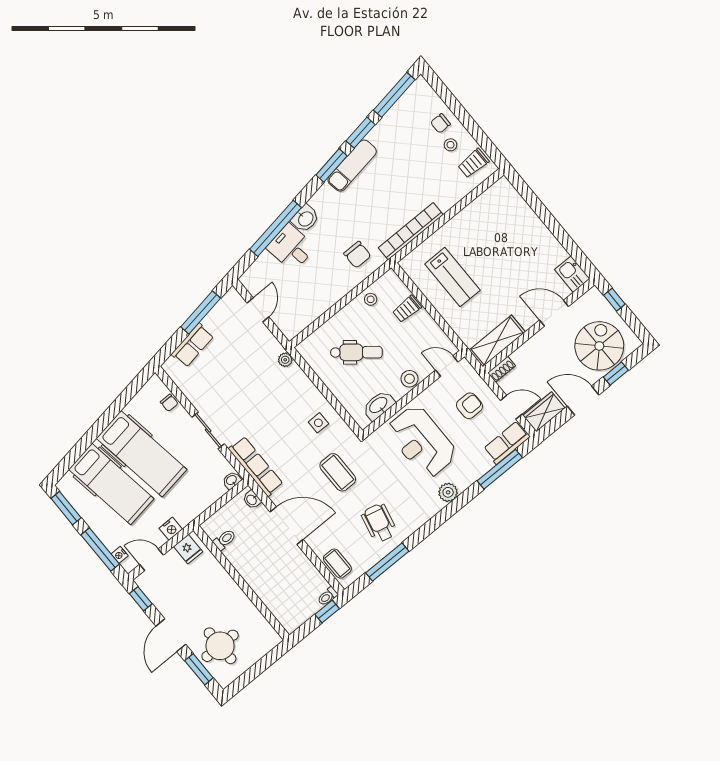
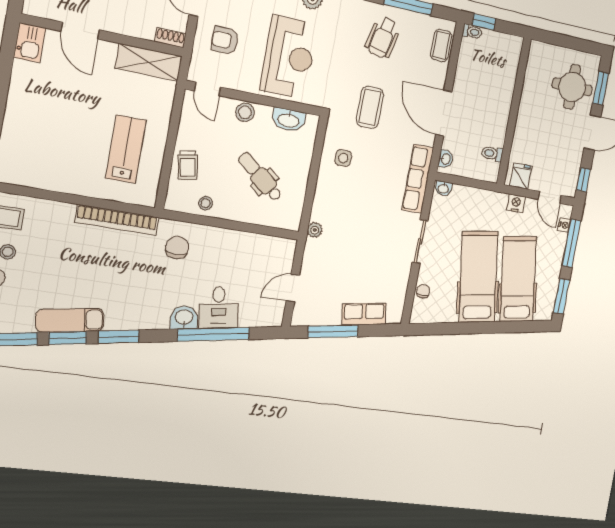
exam couch: (352, 166) -> (70, 320), moved
trolley: (407, 309) -> (188, 165), turned 80

